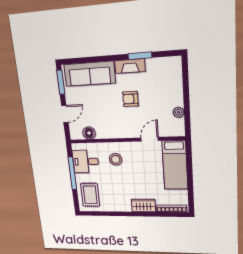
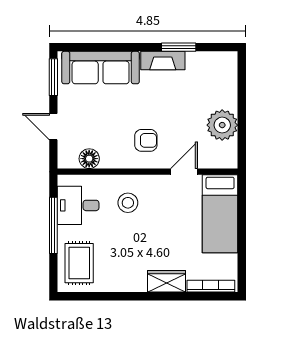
armchair: (130, 99) -> (146, 140), moved, turned 180
plant: (179, 112) -> (222, 125), width x1.87, depth x1.87
door: (65, 114) -> (53, 127), swing flipped

